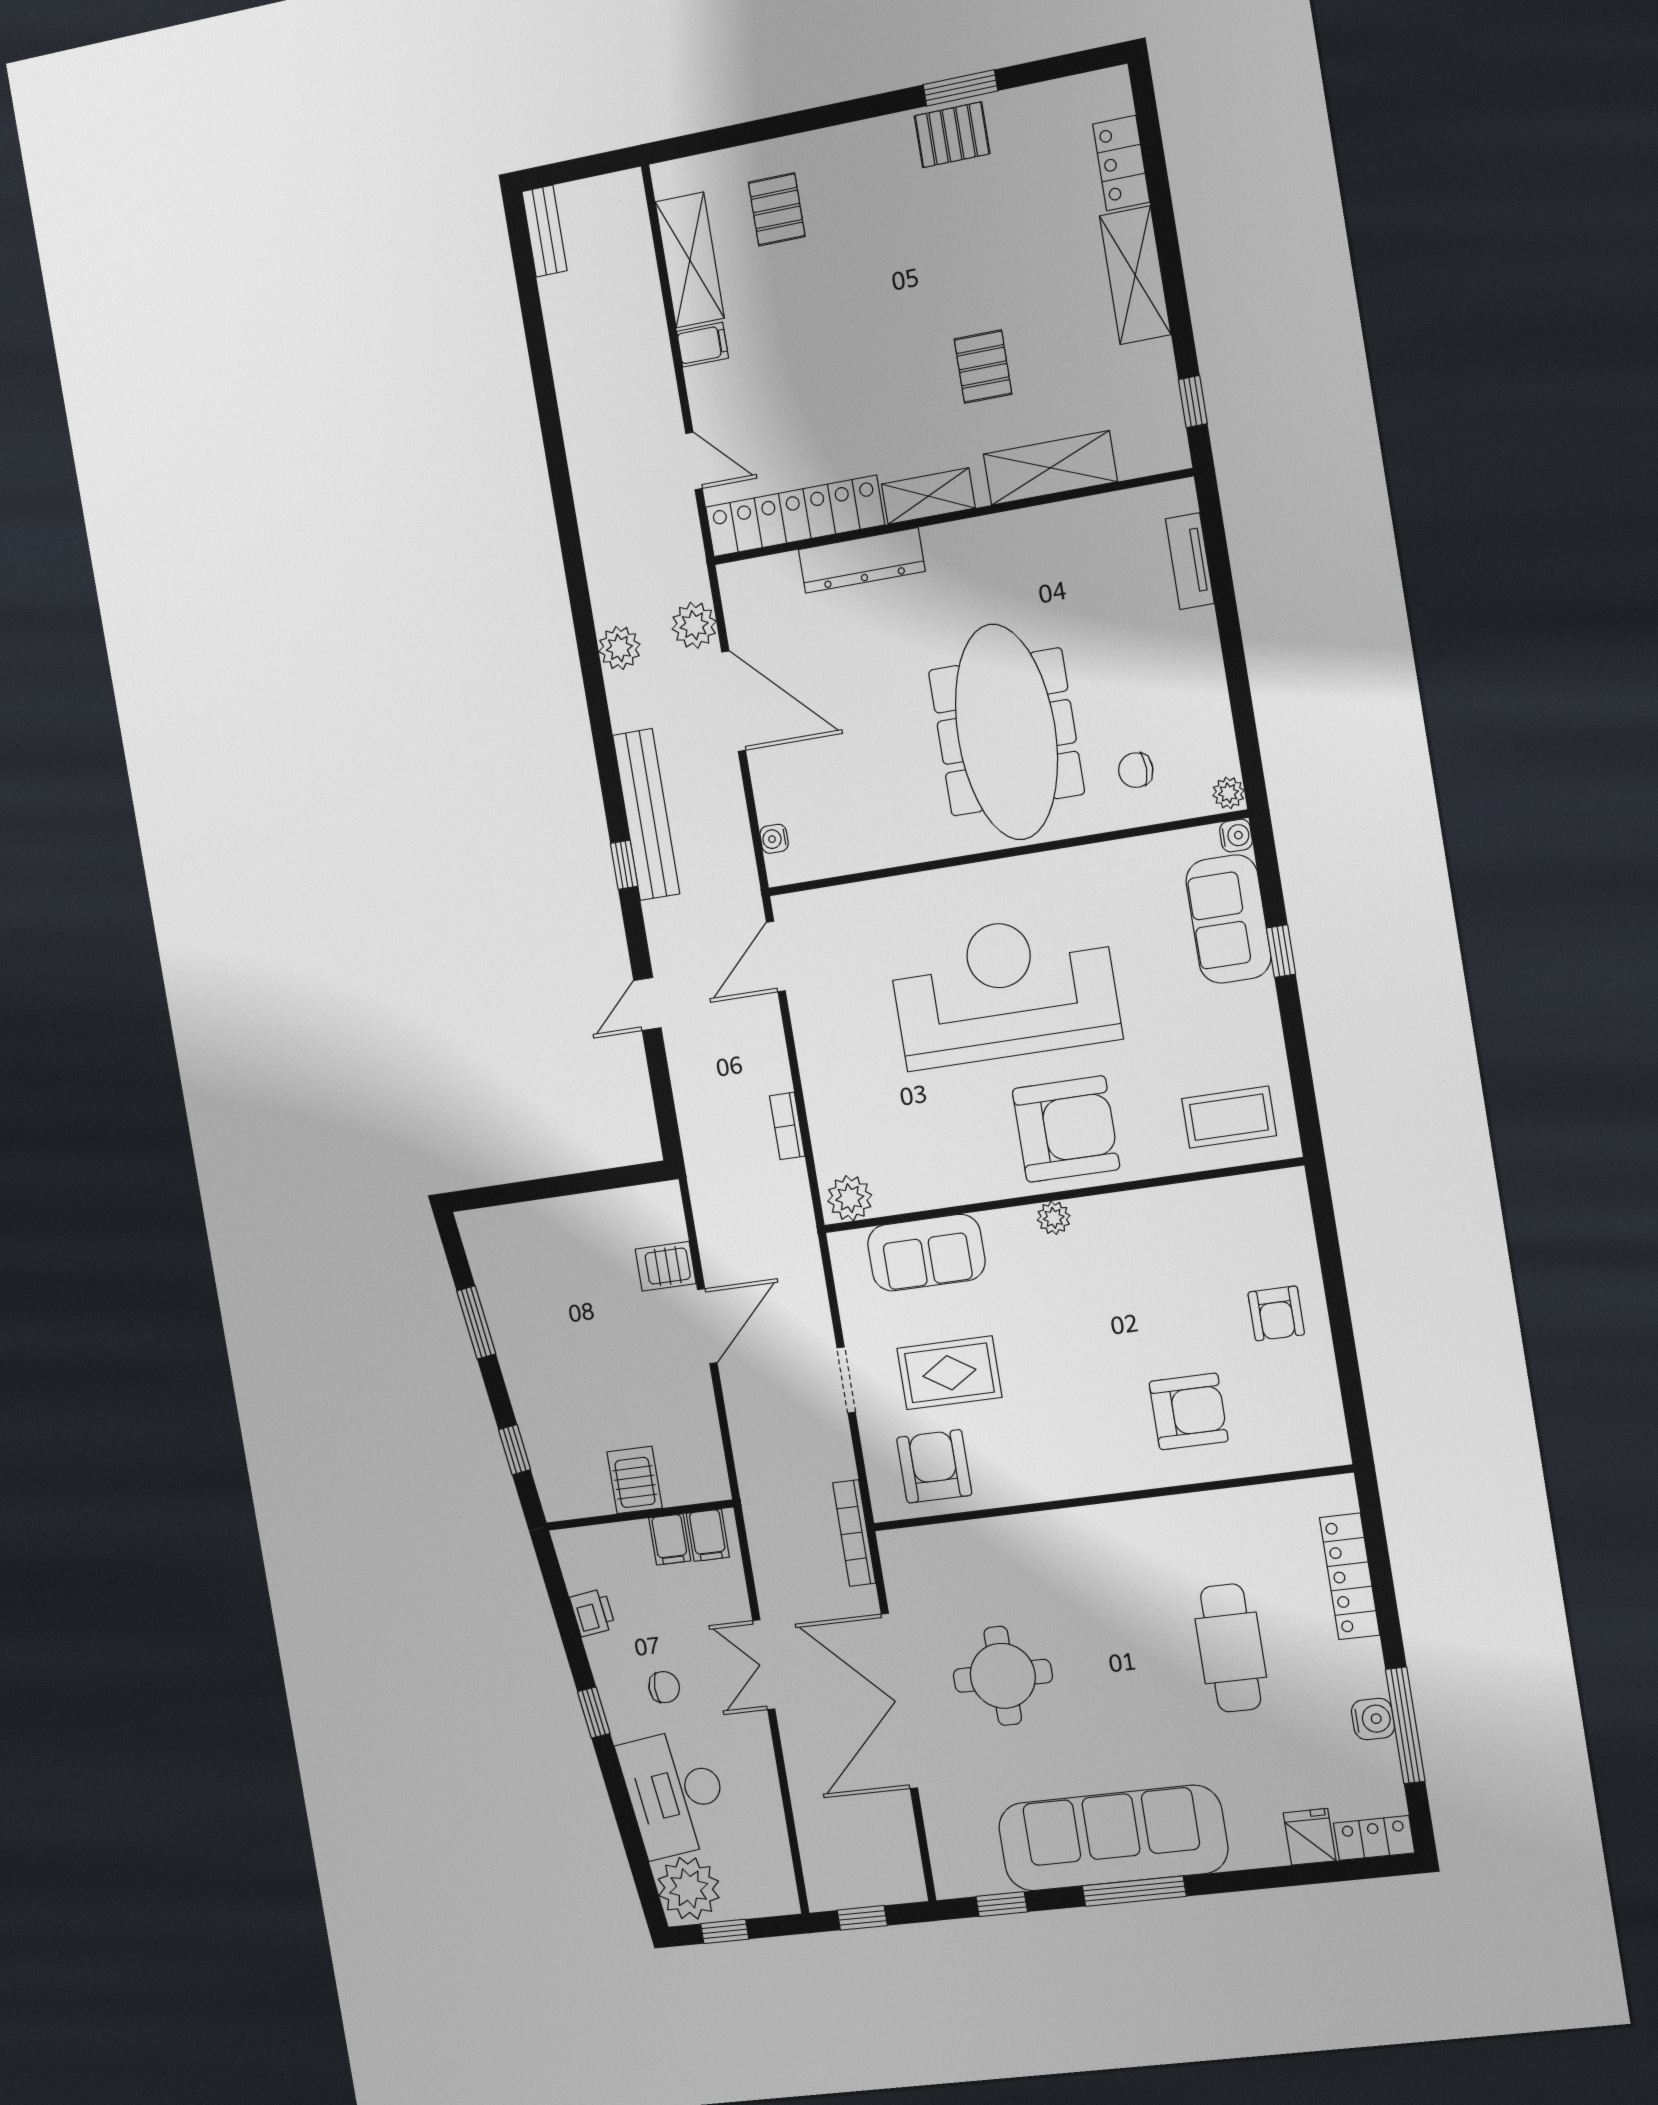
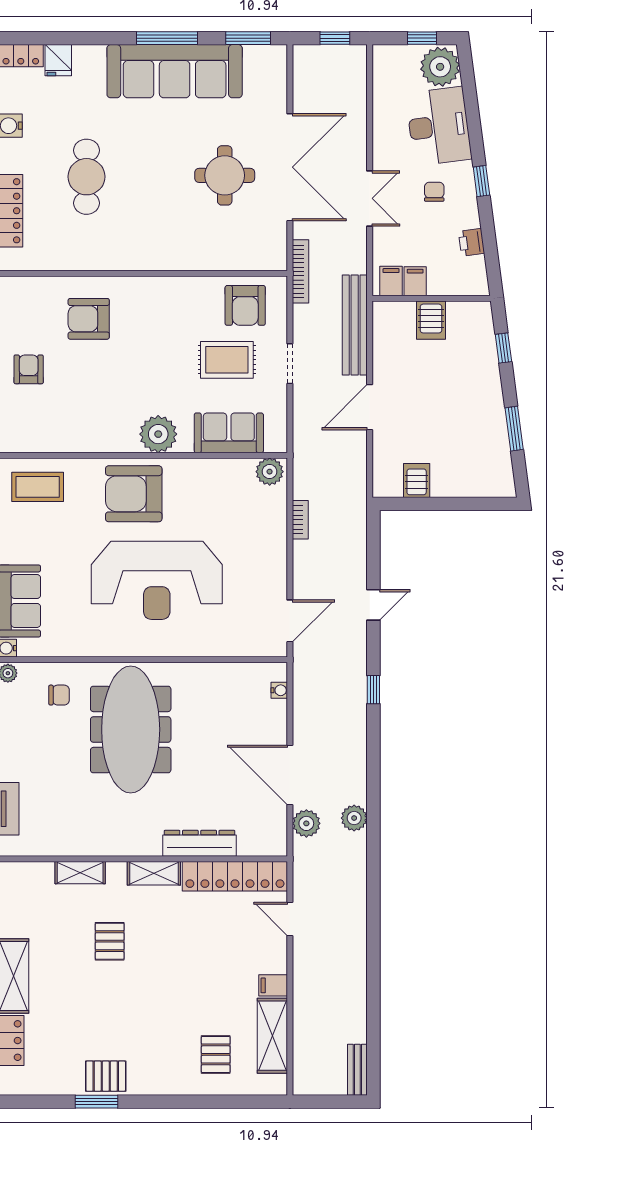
shelving: (1050, 468) -> (80, 873), width x0.67, depth x0.75
bench: (646, 815) -> (355, 325), moved
plant: (1054, 1218) -> (158, 434), width x1.88, depth x1.88
server rack: (666, 1266) -> (417, 480), moved, turned -90
chair: (664, 1687) -> (434, 192), turned 90
window: (1002, 1904) -> (248, 38), width x1.50

